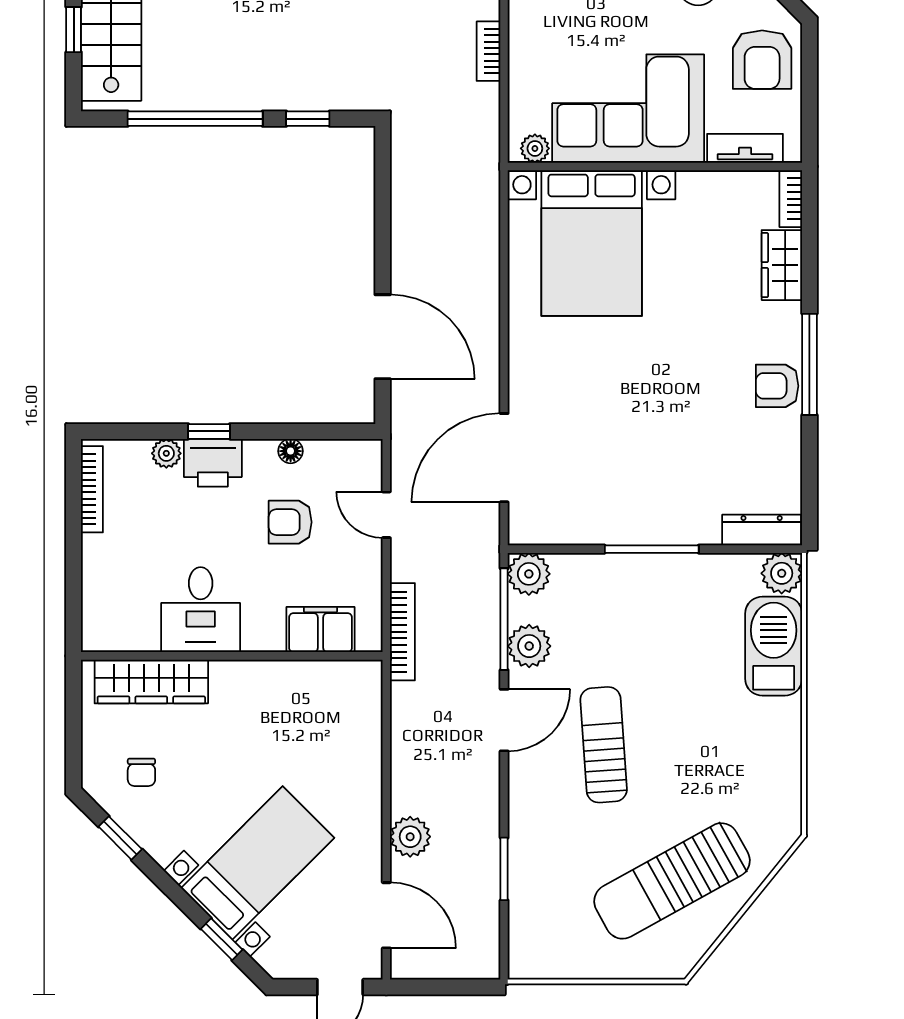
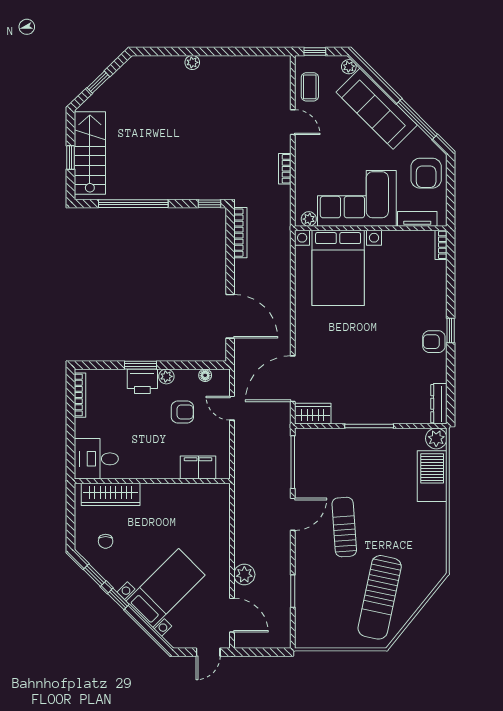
window: (308, 119) -> (209, 204), moved
wardrobe: (782, 265) -> (313, 414), moved, turned 90
window: (809, 364) -> (451, 330), width x0.46
window: (209, 431) -> (140, 365), width x1.50
floor lamp: (291, 451) -> (205, 375), moved
plant: (166, 453) -> (166, 376), moved
armchair: (290, 522) -> (182, 412), turned 180
dresser: (762, 530) -> (439, 404), moved, turned -90
plant: (529, 574) -> (306, 439), removed
desk: (201, 610) -> (96, 459), moved, turned 90
bookcase: (402, 632) -> (240, 233), moved
plant: (529, 646) -> (306, 476), removed
sun lounger: (672, 881) -> (380, 597), turned -49
window: (222, 939) -> (118, 599), moved

